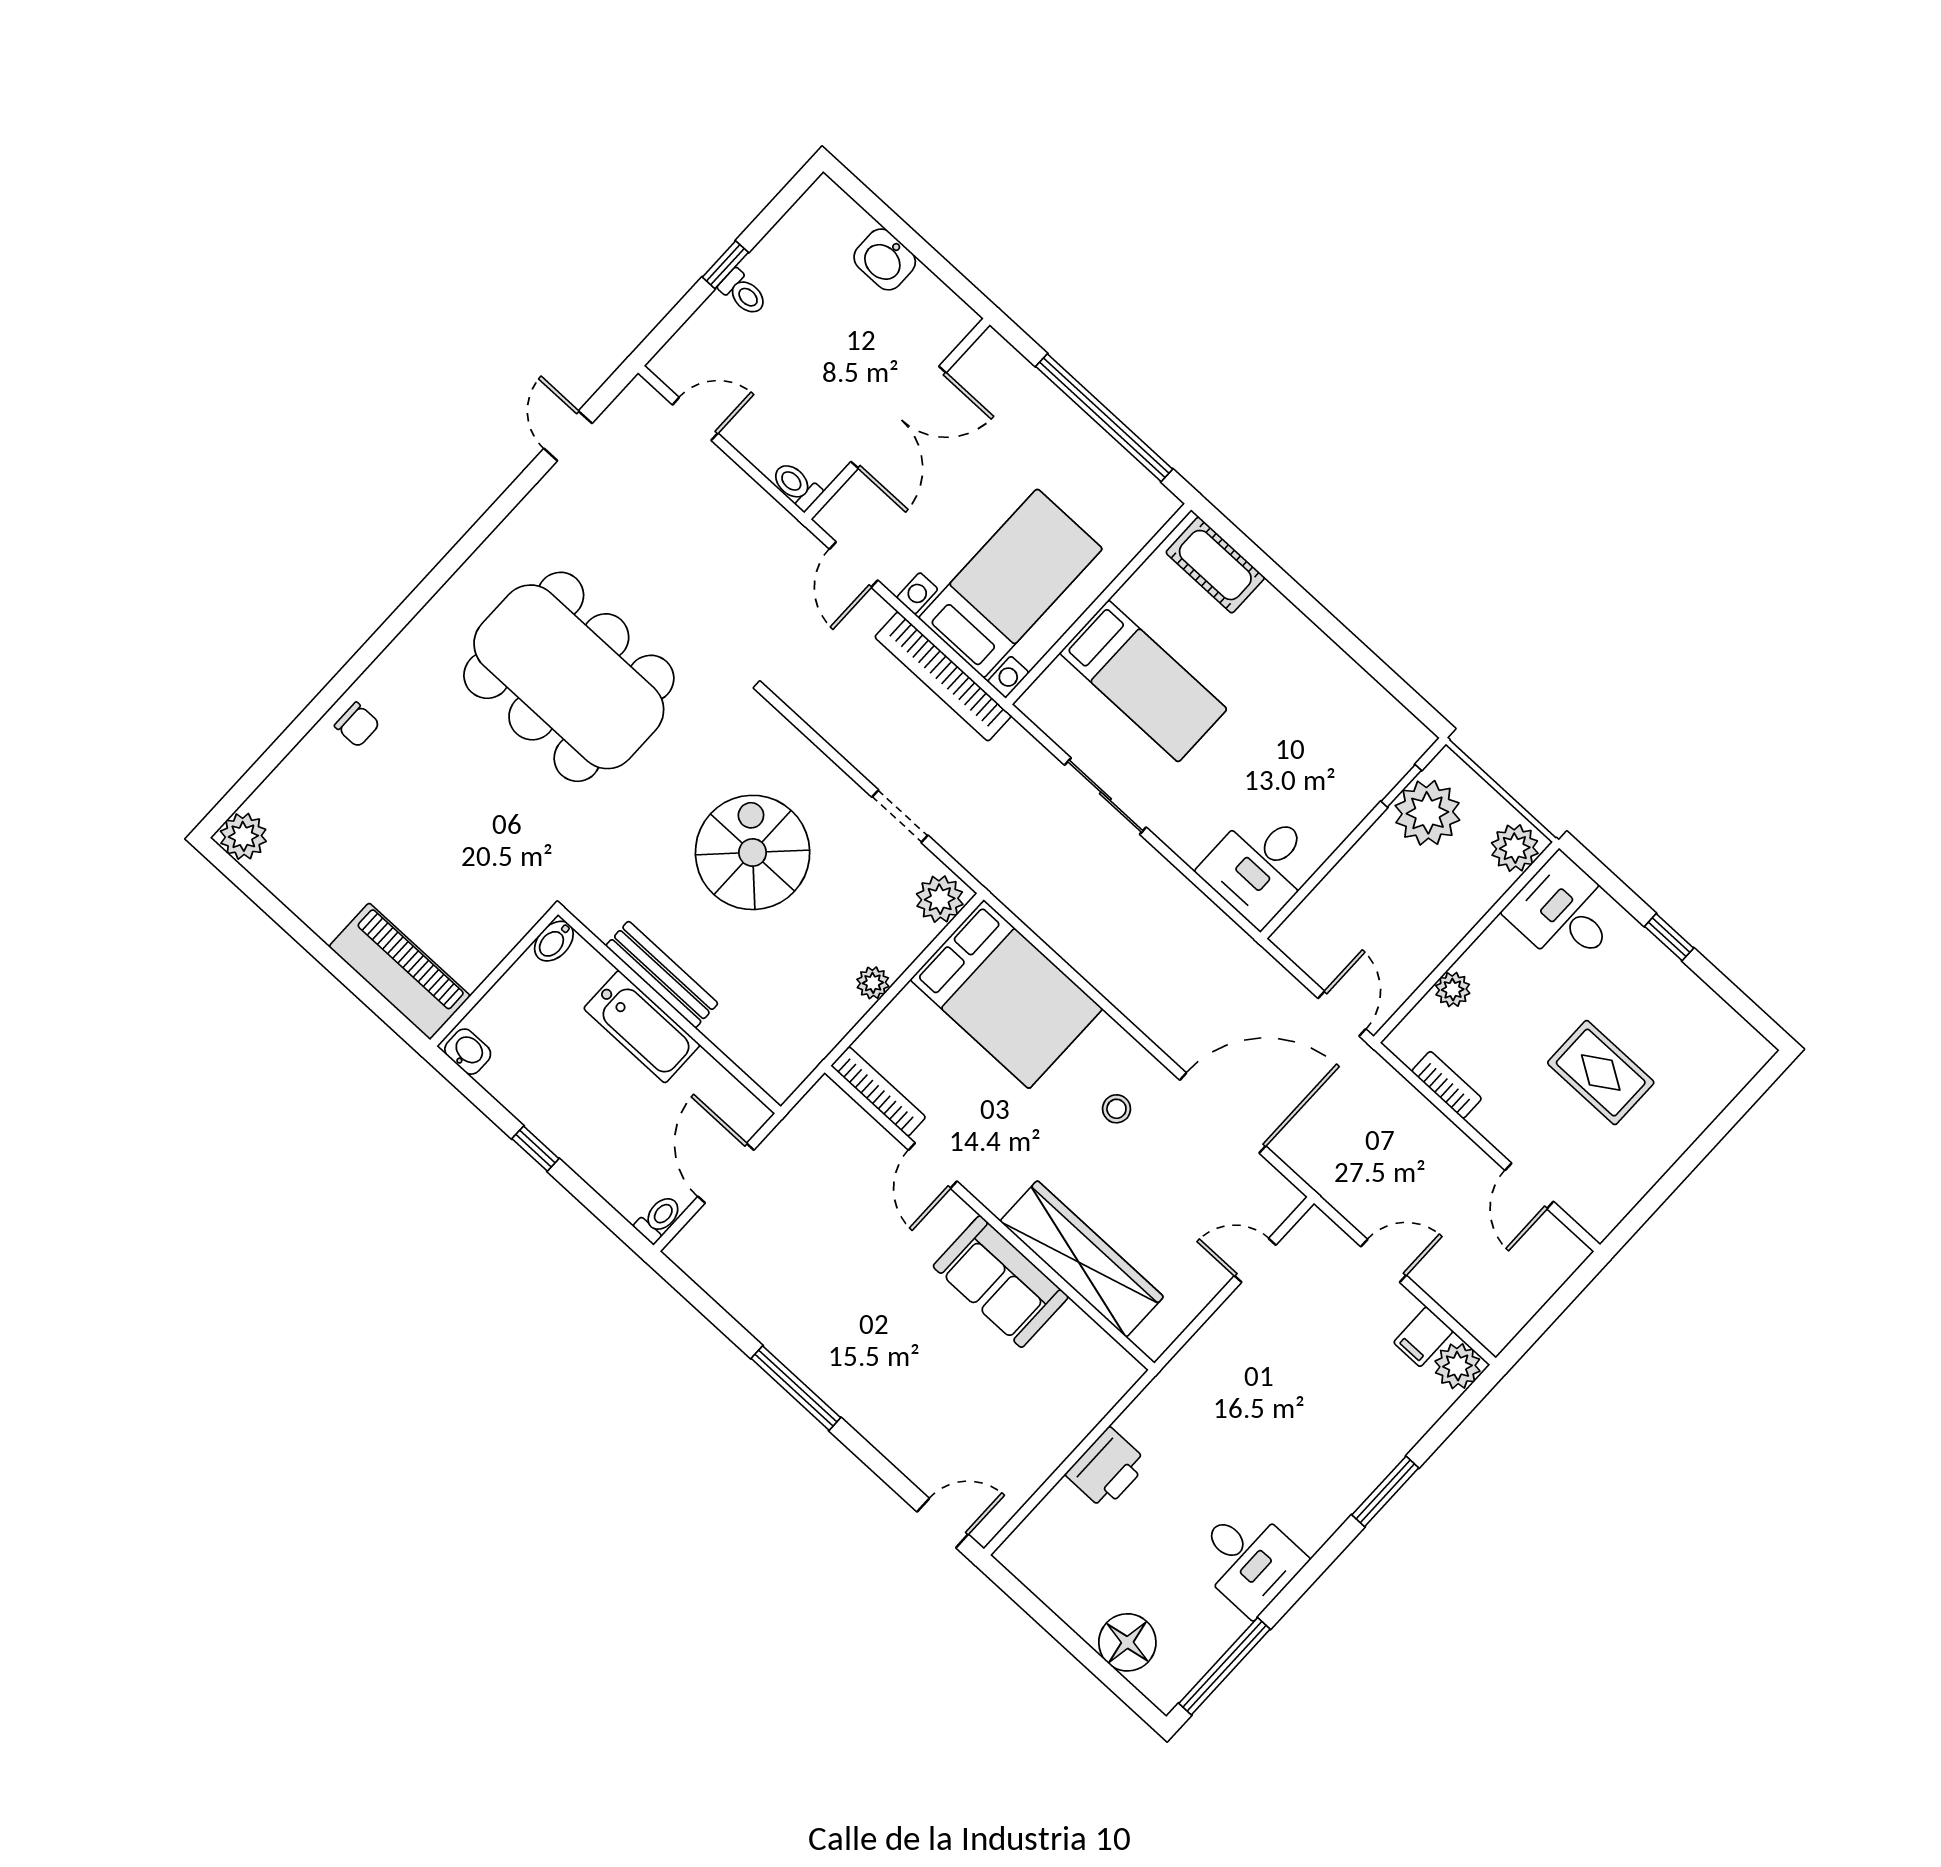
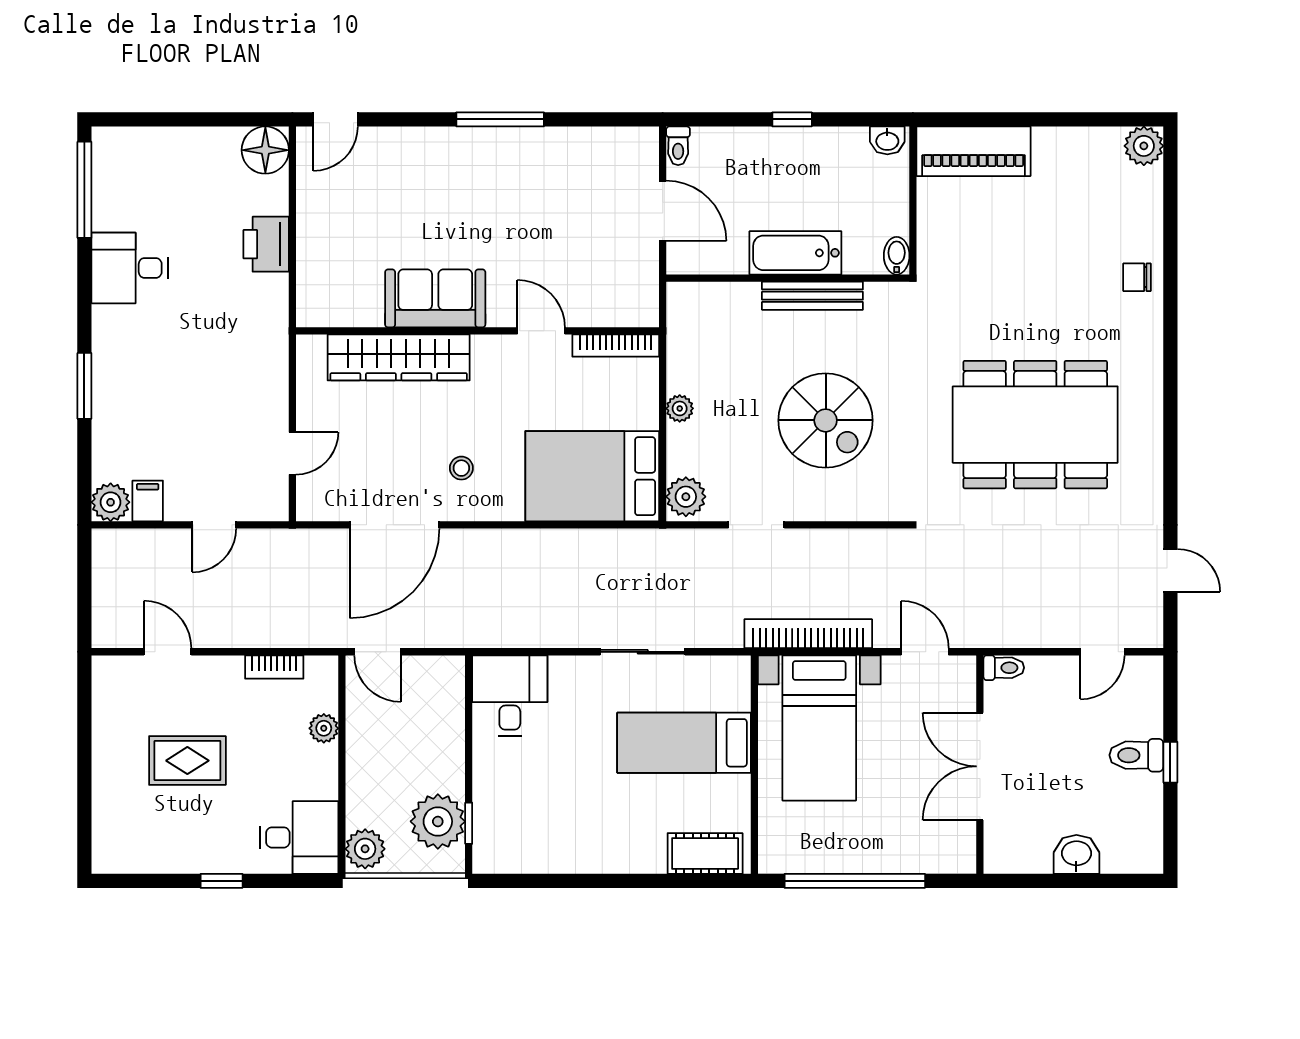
toilet: (743, 293) -> (1136, 755), width x1.37, depth x1.39
floor lamp: (1127, 1642) -> (265, 150), moved

